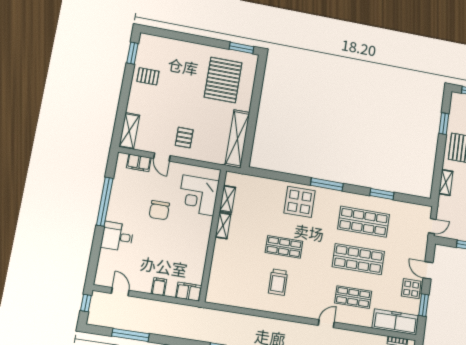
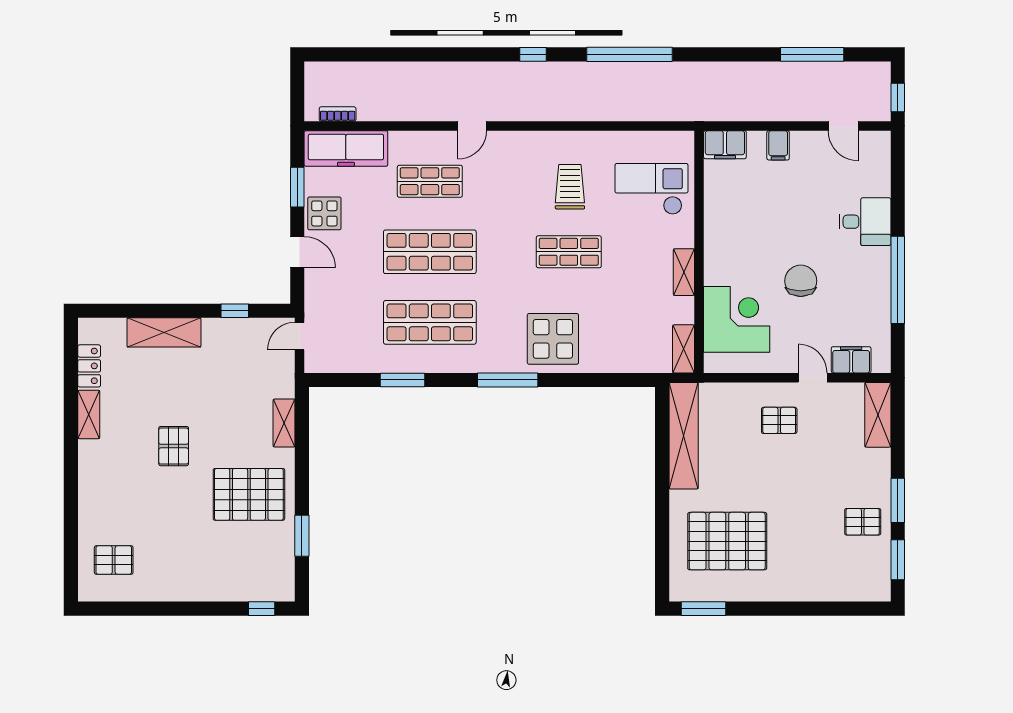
pallet: (223, 80) -> (727, 541), turned 90
window: (127, 84) -> (898, 500), added
pallet: (184, 138) -> (779, 420), turned 90
shelving: (228, 199) -> (684, 349), moved
checkout: (234, 274) -> (652, 189), added

